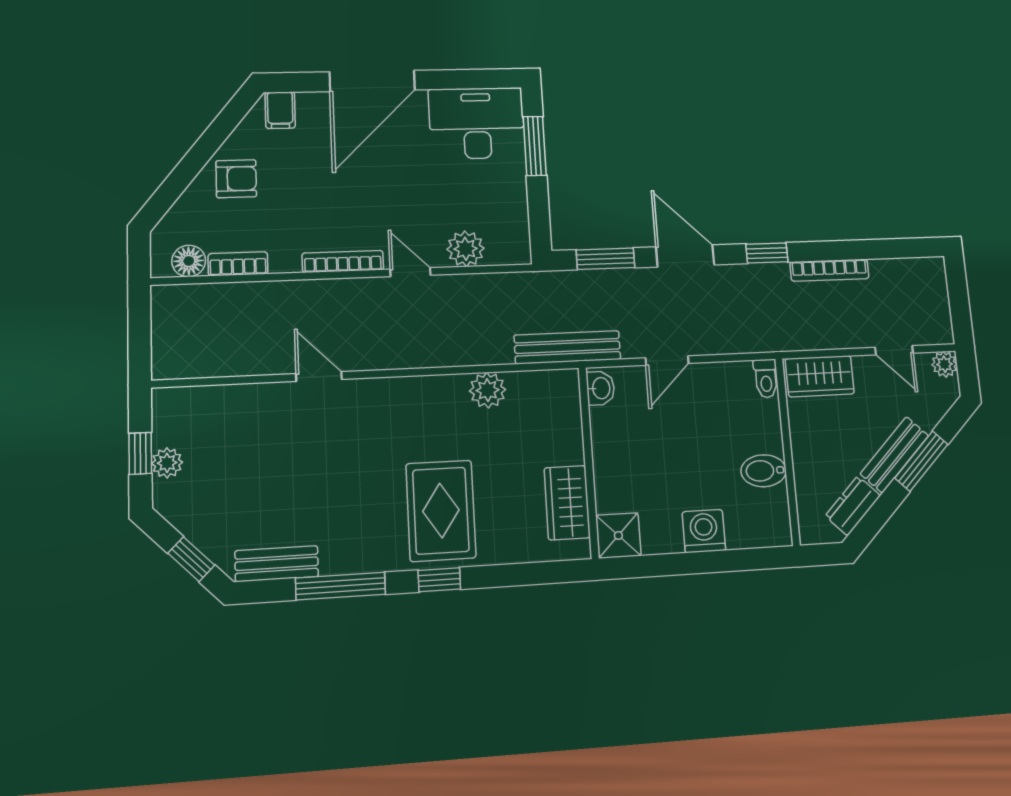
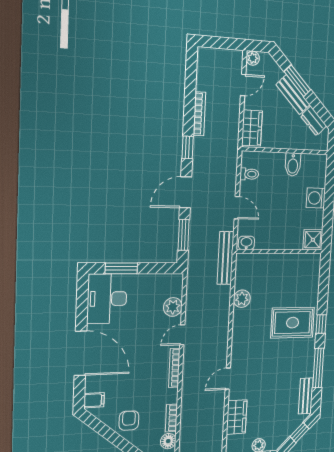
toilet: (766, 378) -> (249, 174), moved
wardrobe: (567, 503) -> (237, 417), moved, turned -90

